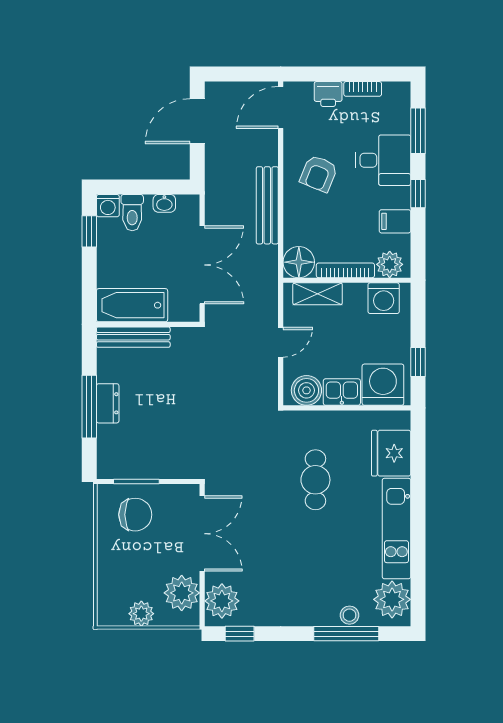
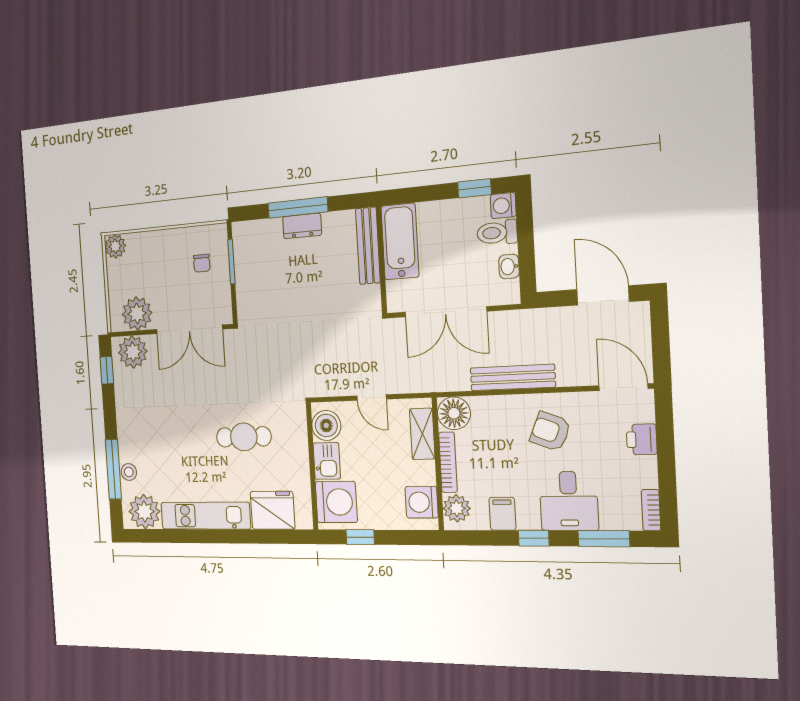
bookcase: (363, 89) -> (651, 510), moved
chair: (135, 515) -> (202, 263), width x0.54, depth x0.54
plant: (141, 614) -> (115, 246), moved

